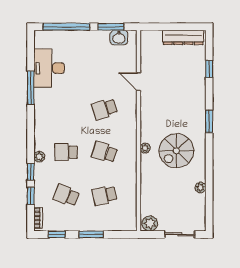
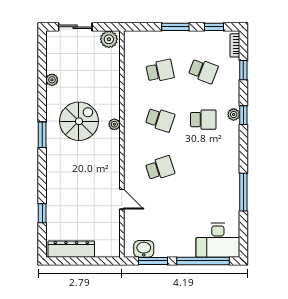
desk: (49, 68) -> (218, 240), moved, turned 90
window: (209, 121) -> (42, 135), moved
window: (31, 172) -> (243, 115), moved

